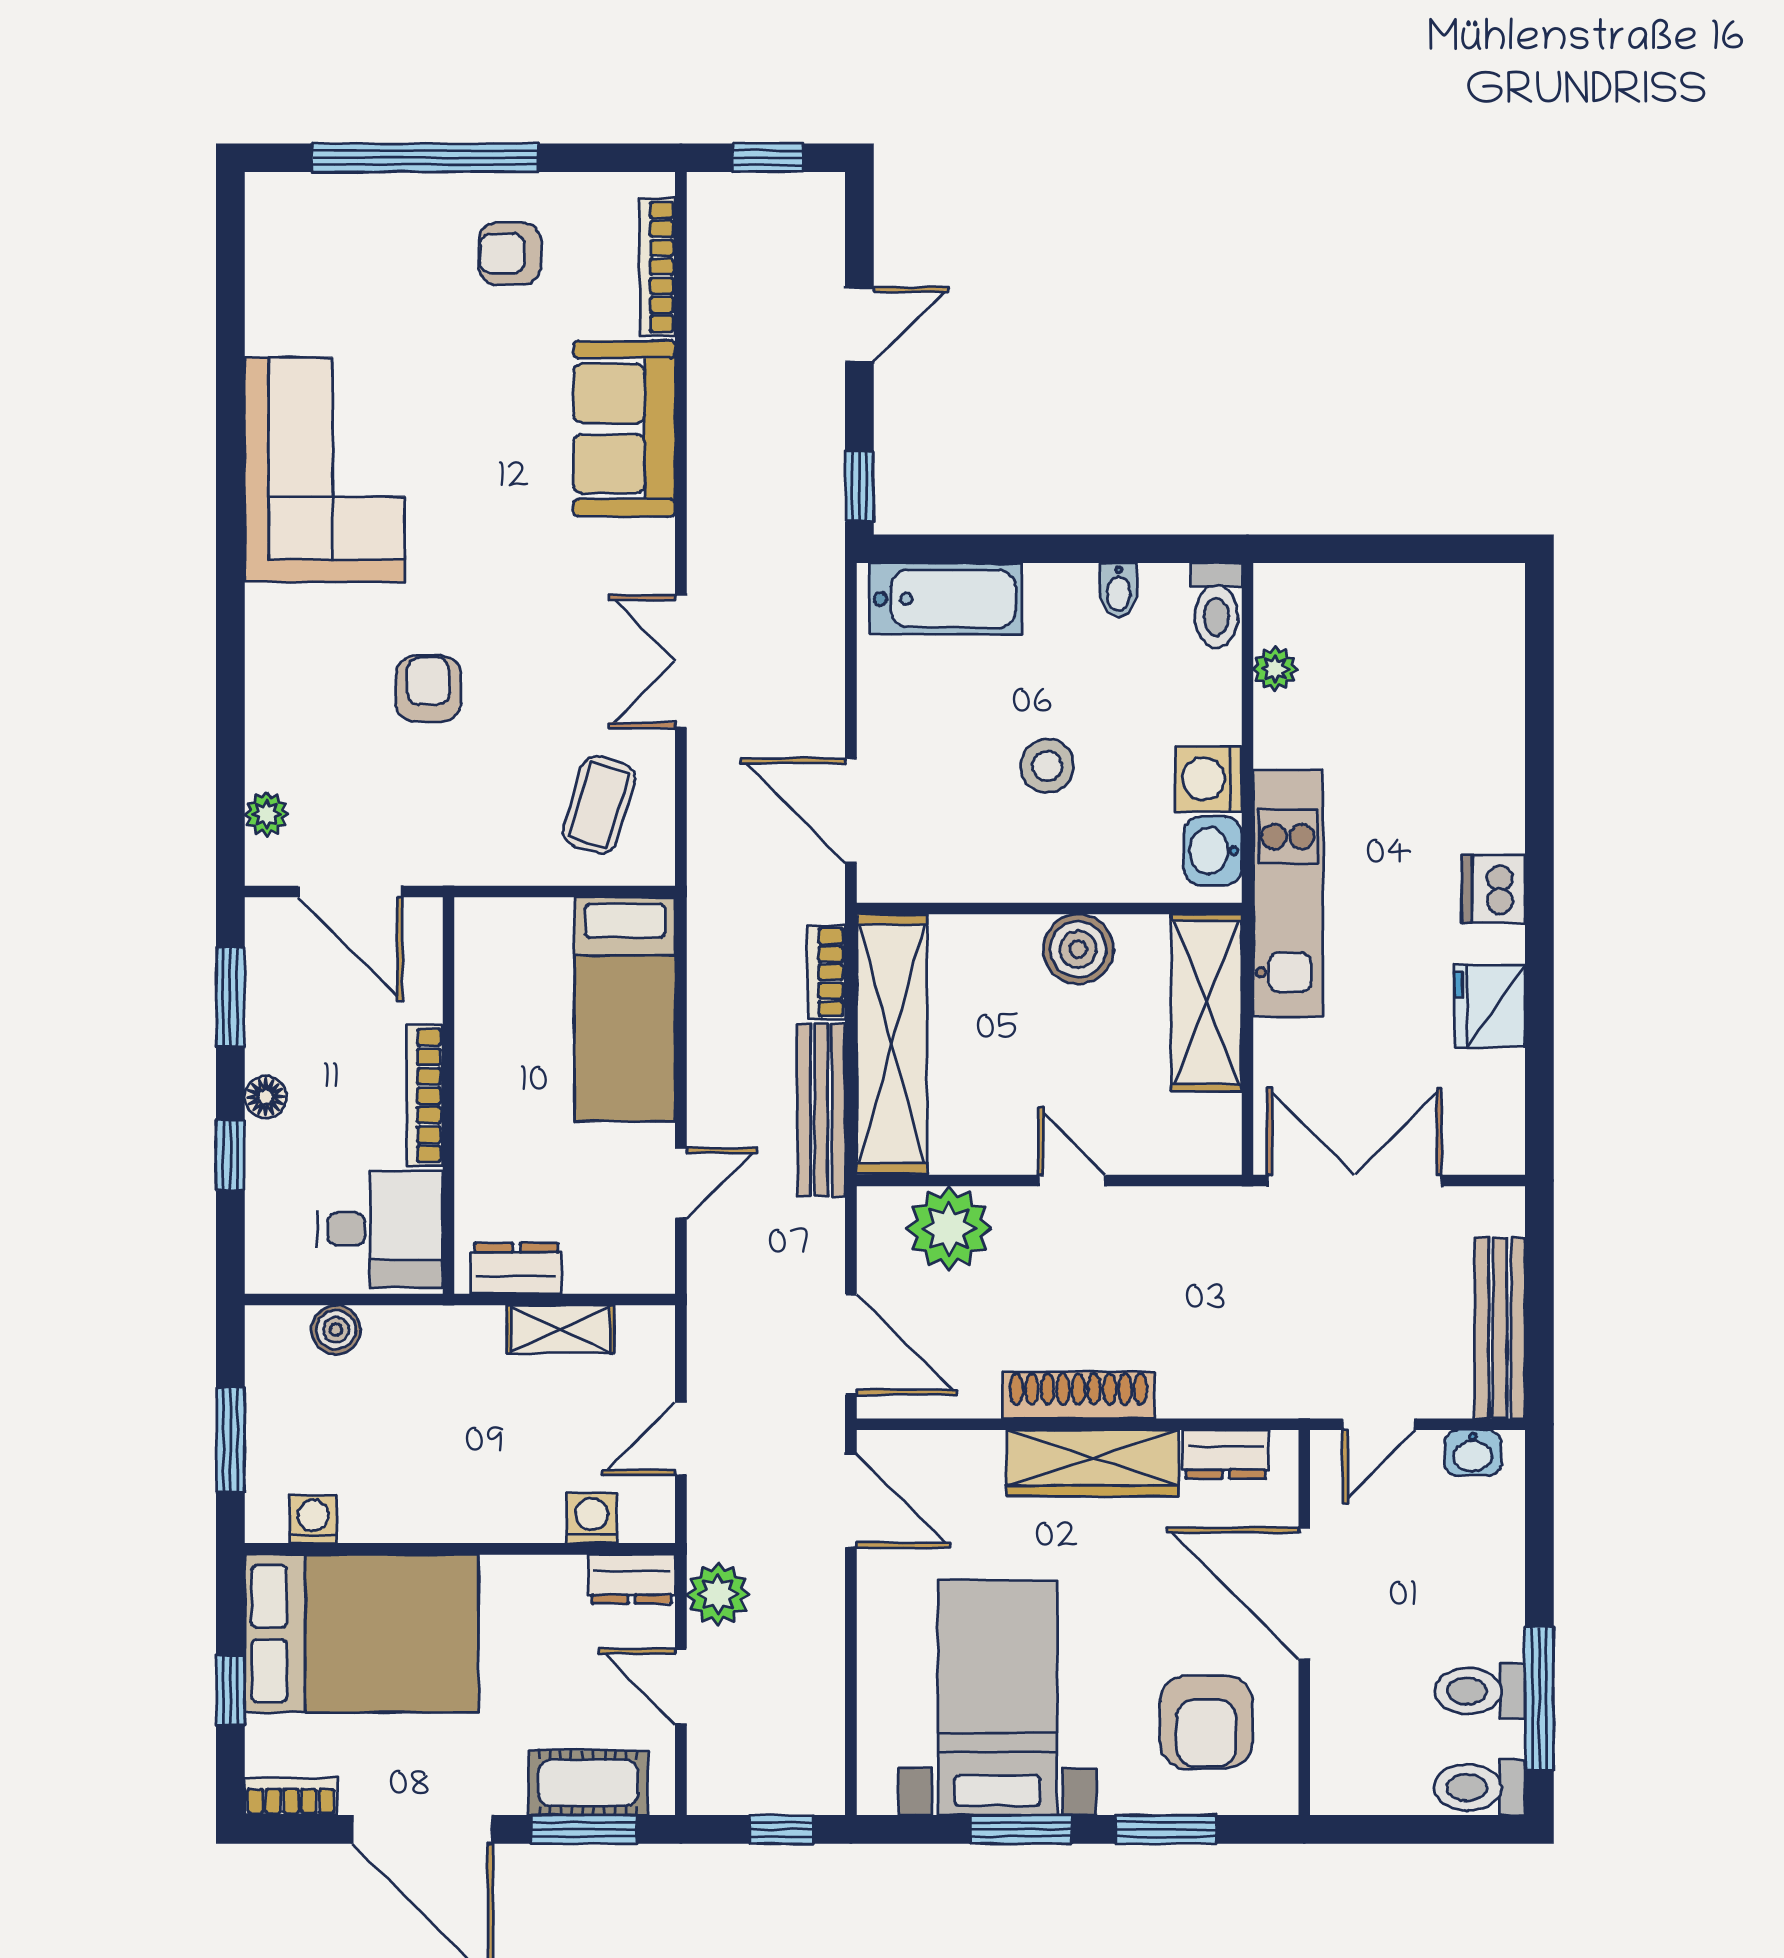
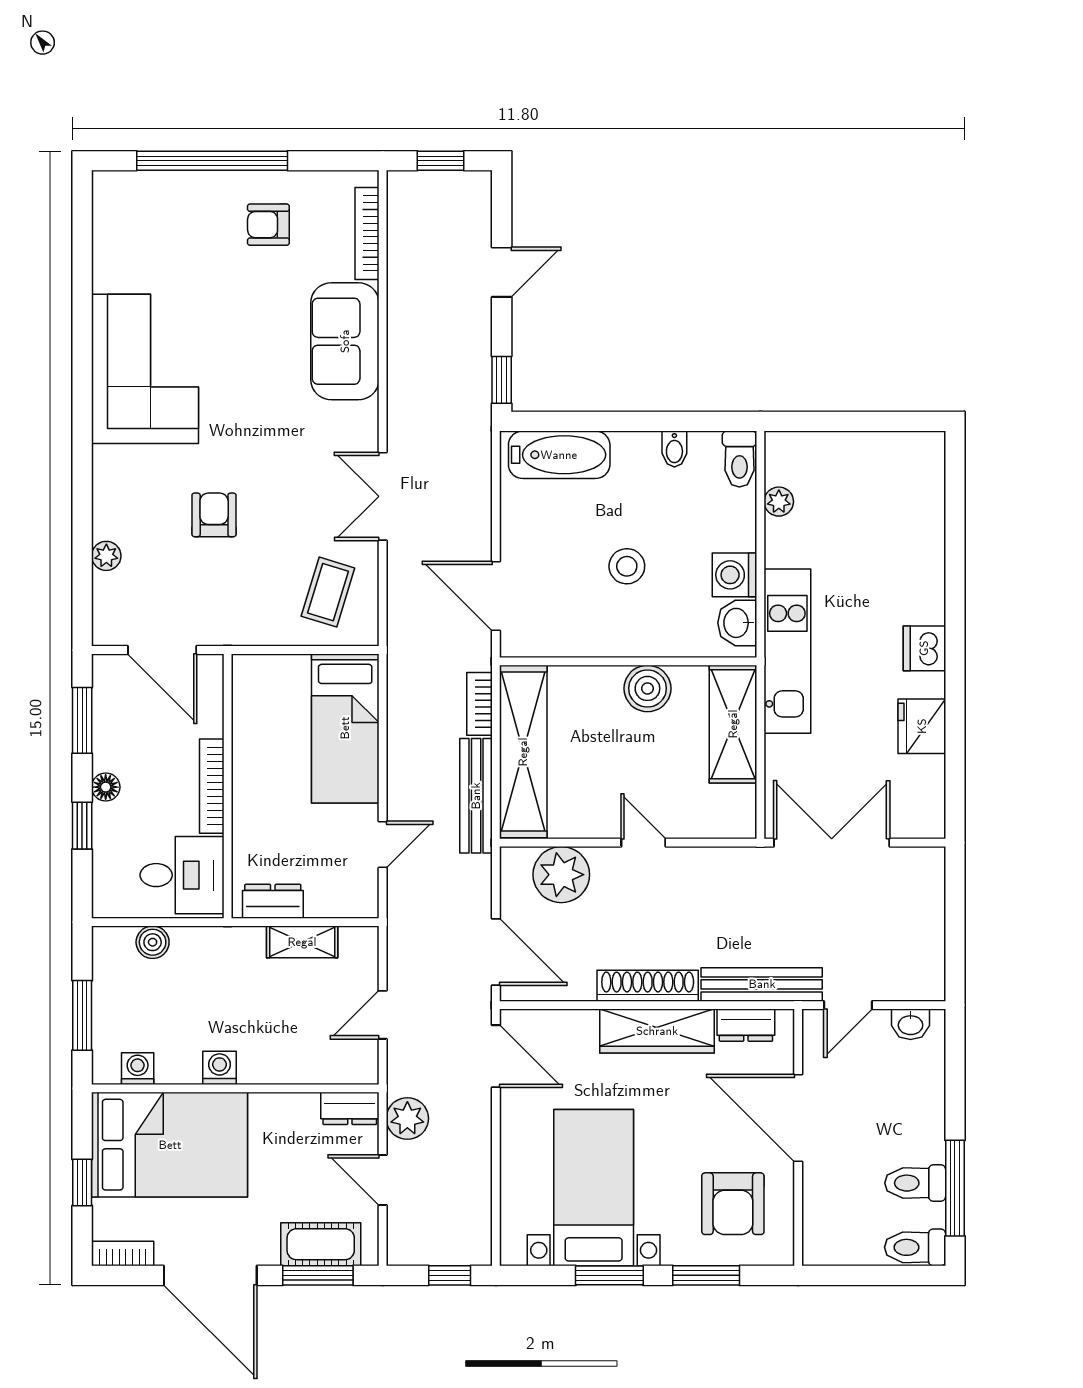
plant: (266, 814) -> (106, 556), moved
bench: (1500, 1328) -> (762, 984), moved, turned 90
washing machine: (592, 1518) -> (219, 1068), moved

